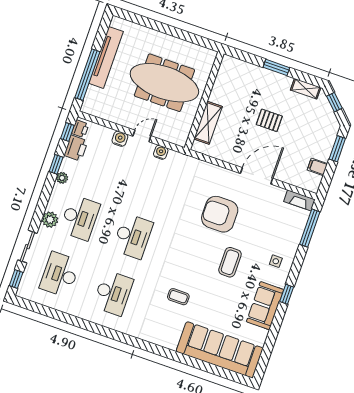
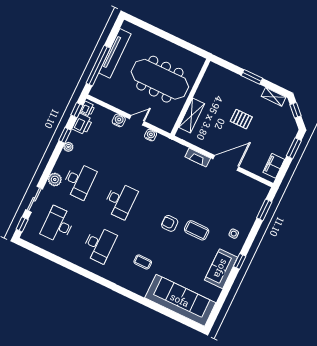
filing cabinet: (317, 167) -> (274, 166), width x2.00
fireplace: (299, 200) -> (198, 158), moved
armchair: (220, 214) -> (170, 223), moved, width x0.53, depth x0.53
window: (310, 228) -> (264, 210), width x0.69
coffee table: (230, 262) -> (197, 230), turned 90
coffee table: (178, 297) -> (143, 262), moved

